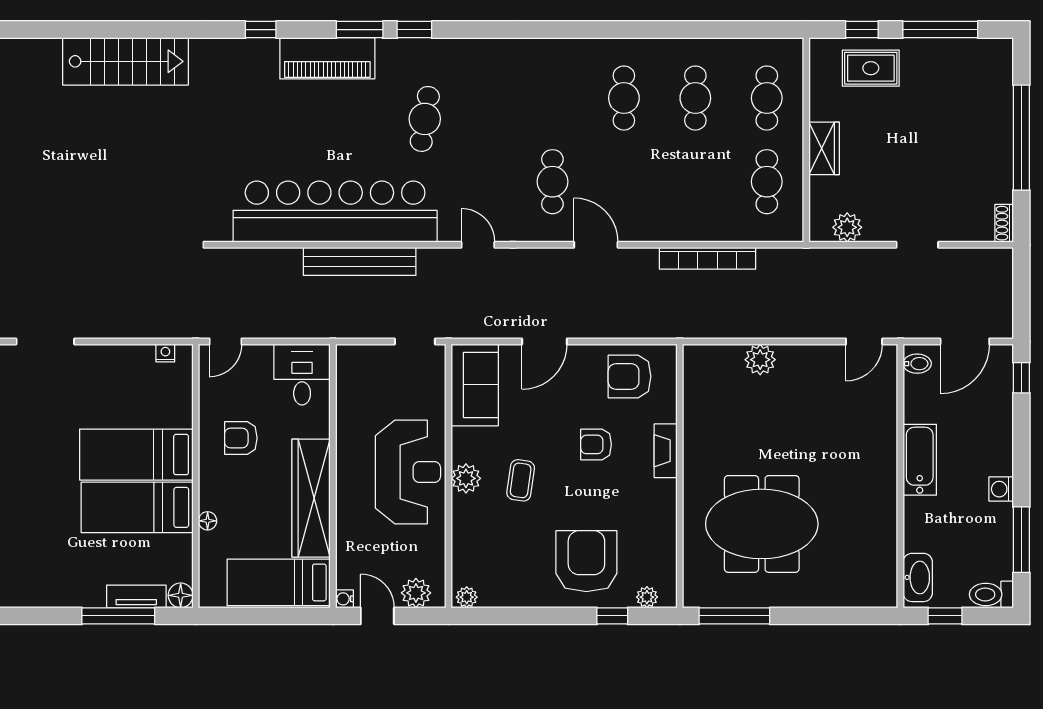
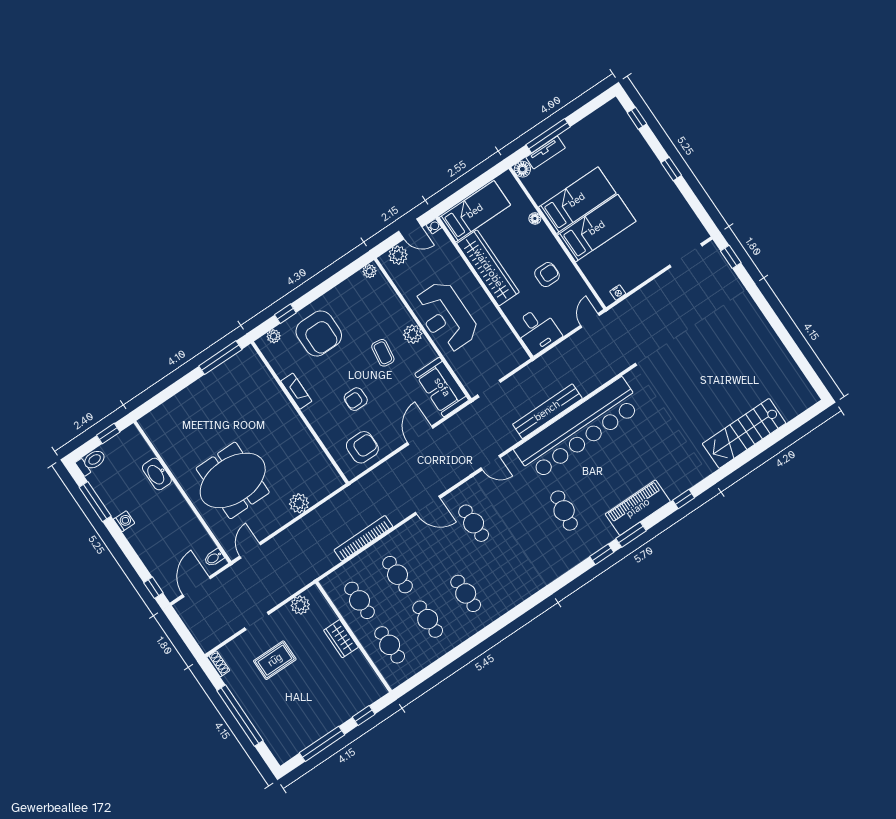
rug: (871, 68) -> (275, 660), moved
cafe table: (695, 182) -> (398, 575), added
armchair: (596, 444) -> (356, 399), turned 180
fireplace: (666, 451) -> (296, 391), moved
bathtub: (920, 460) -> (178, 508), removed
meeting table: (762, 524) -> (233, 480), moved
washbasin: (918, 577) -> (157, 474), moved

